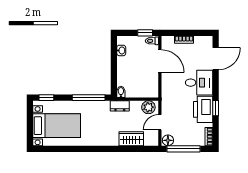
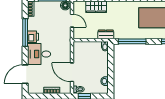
plant: (148, 107) -> (82, 33), removed
window: (216, 108) -> (25, 33), width x2.17
printer: (203, 109) -> (33, 37), width x0.53, depth x0.68
door: (160, 122) -> (72, 21), hinge flipped

